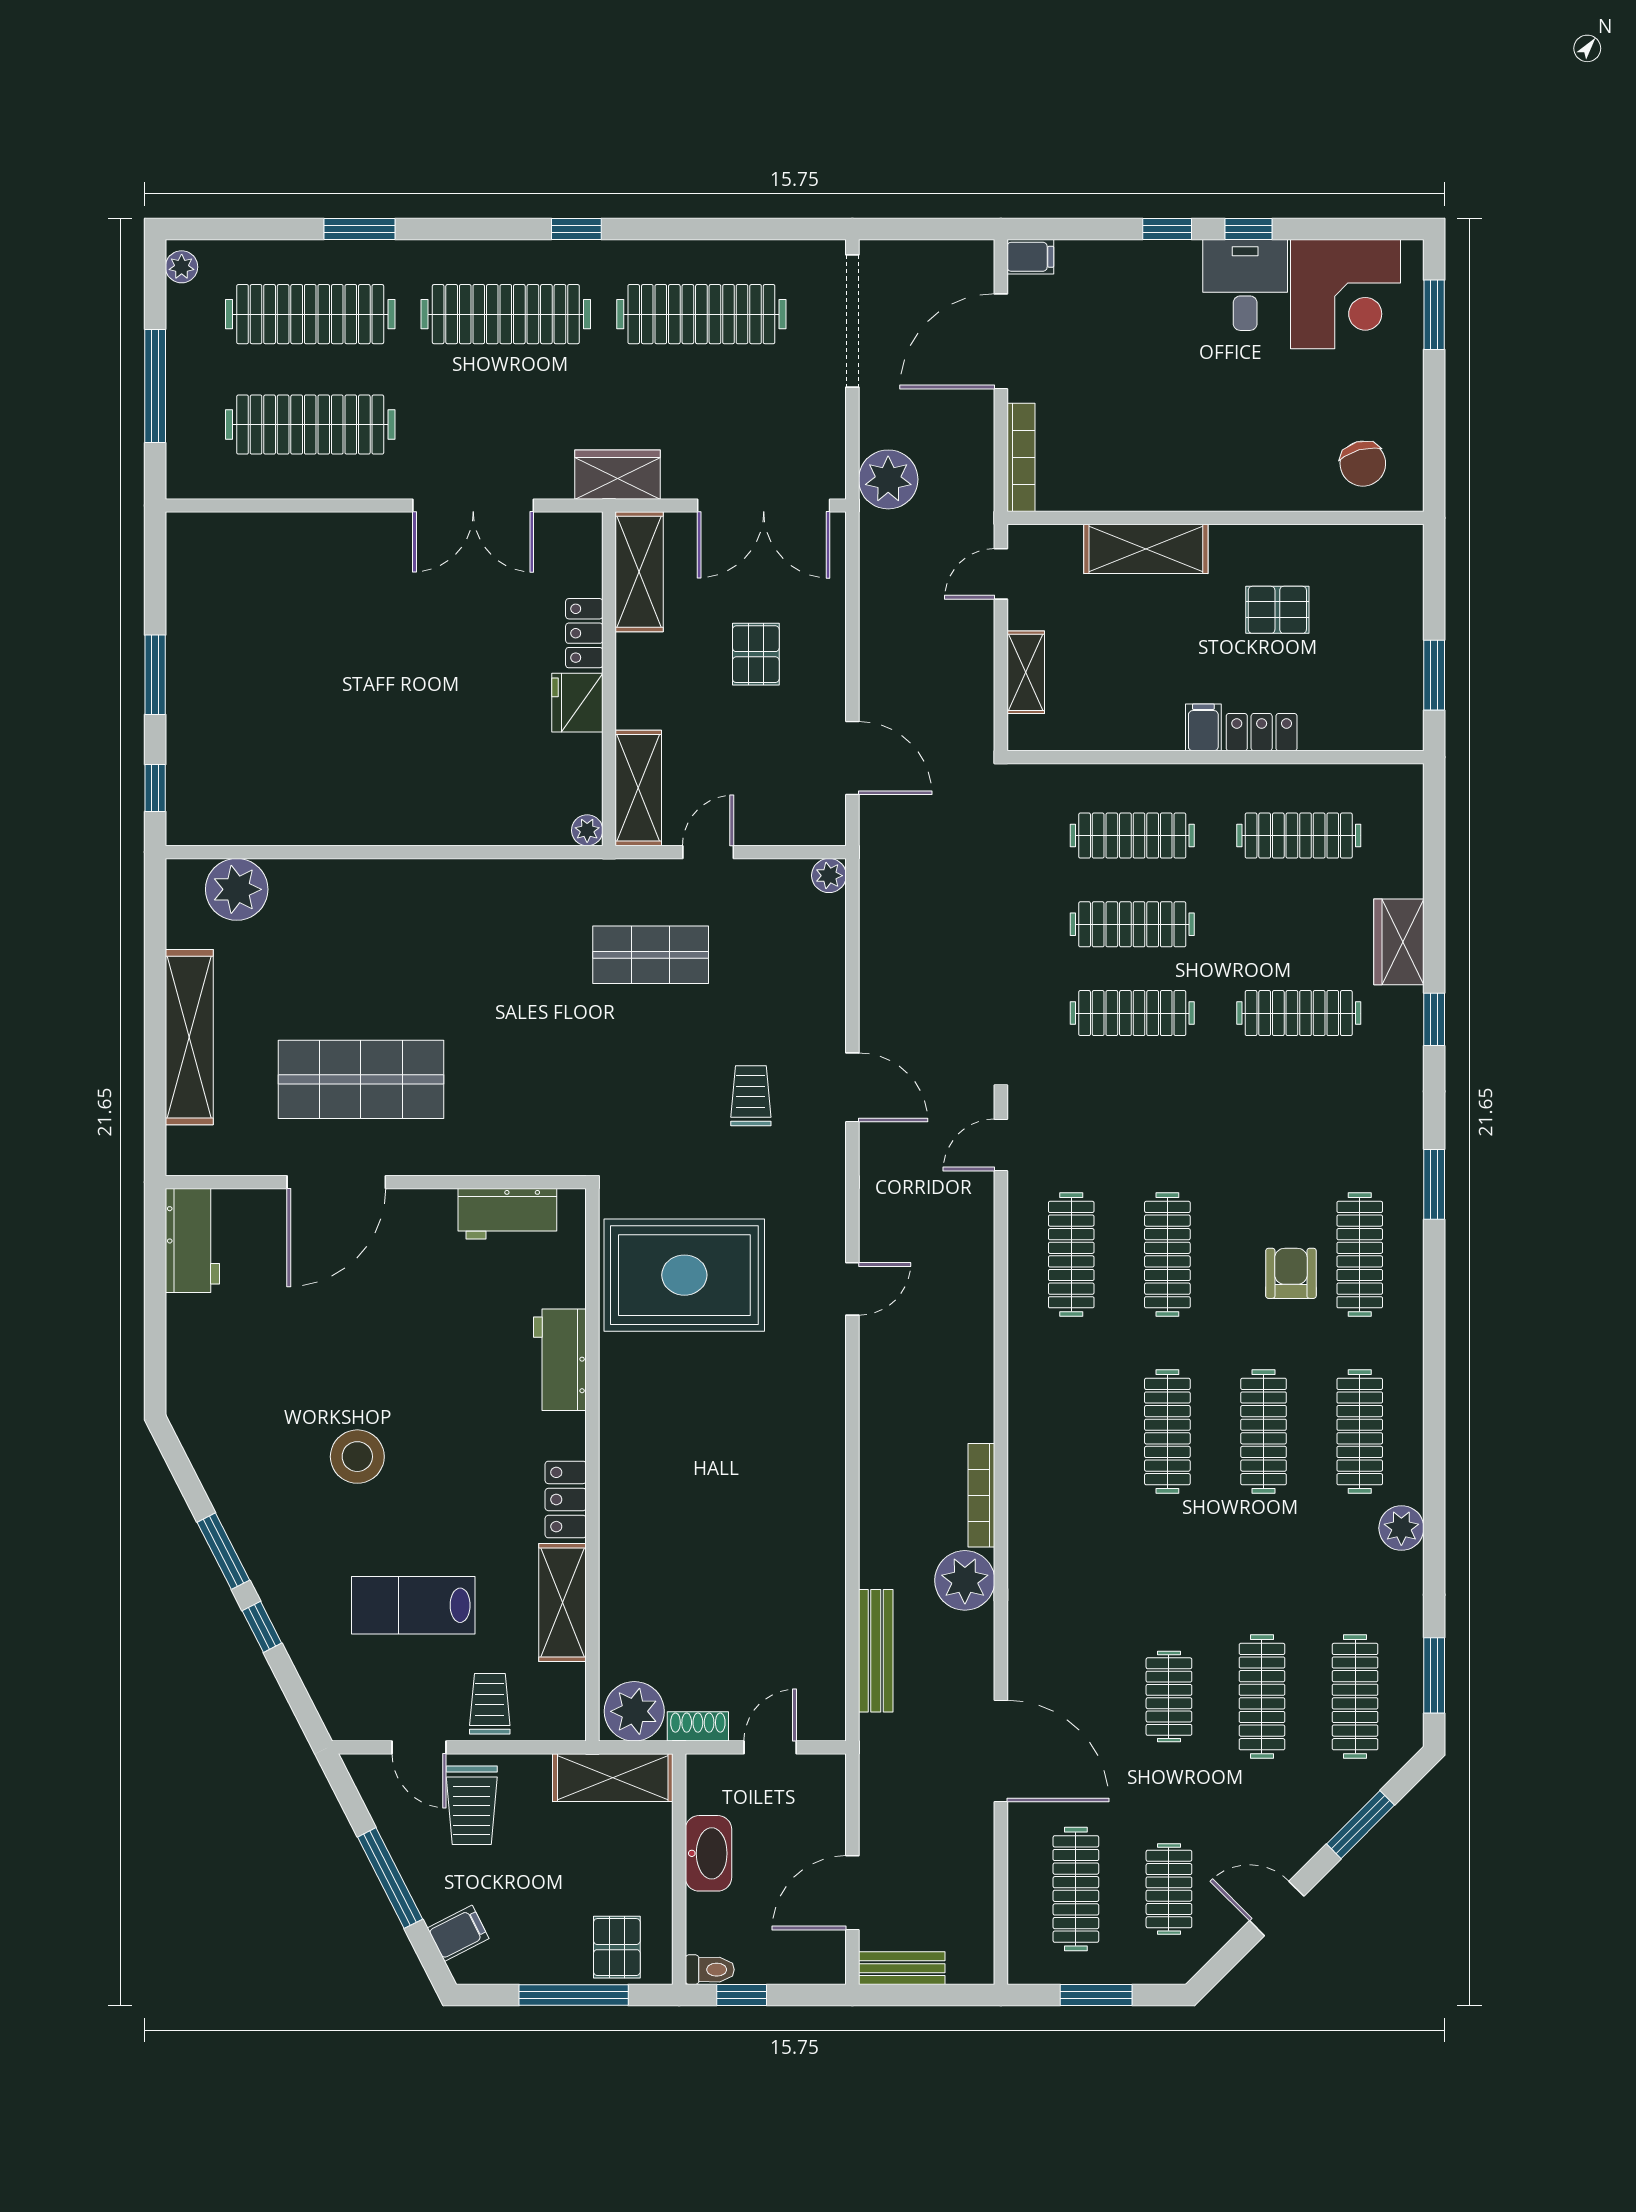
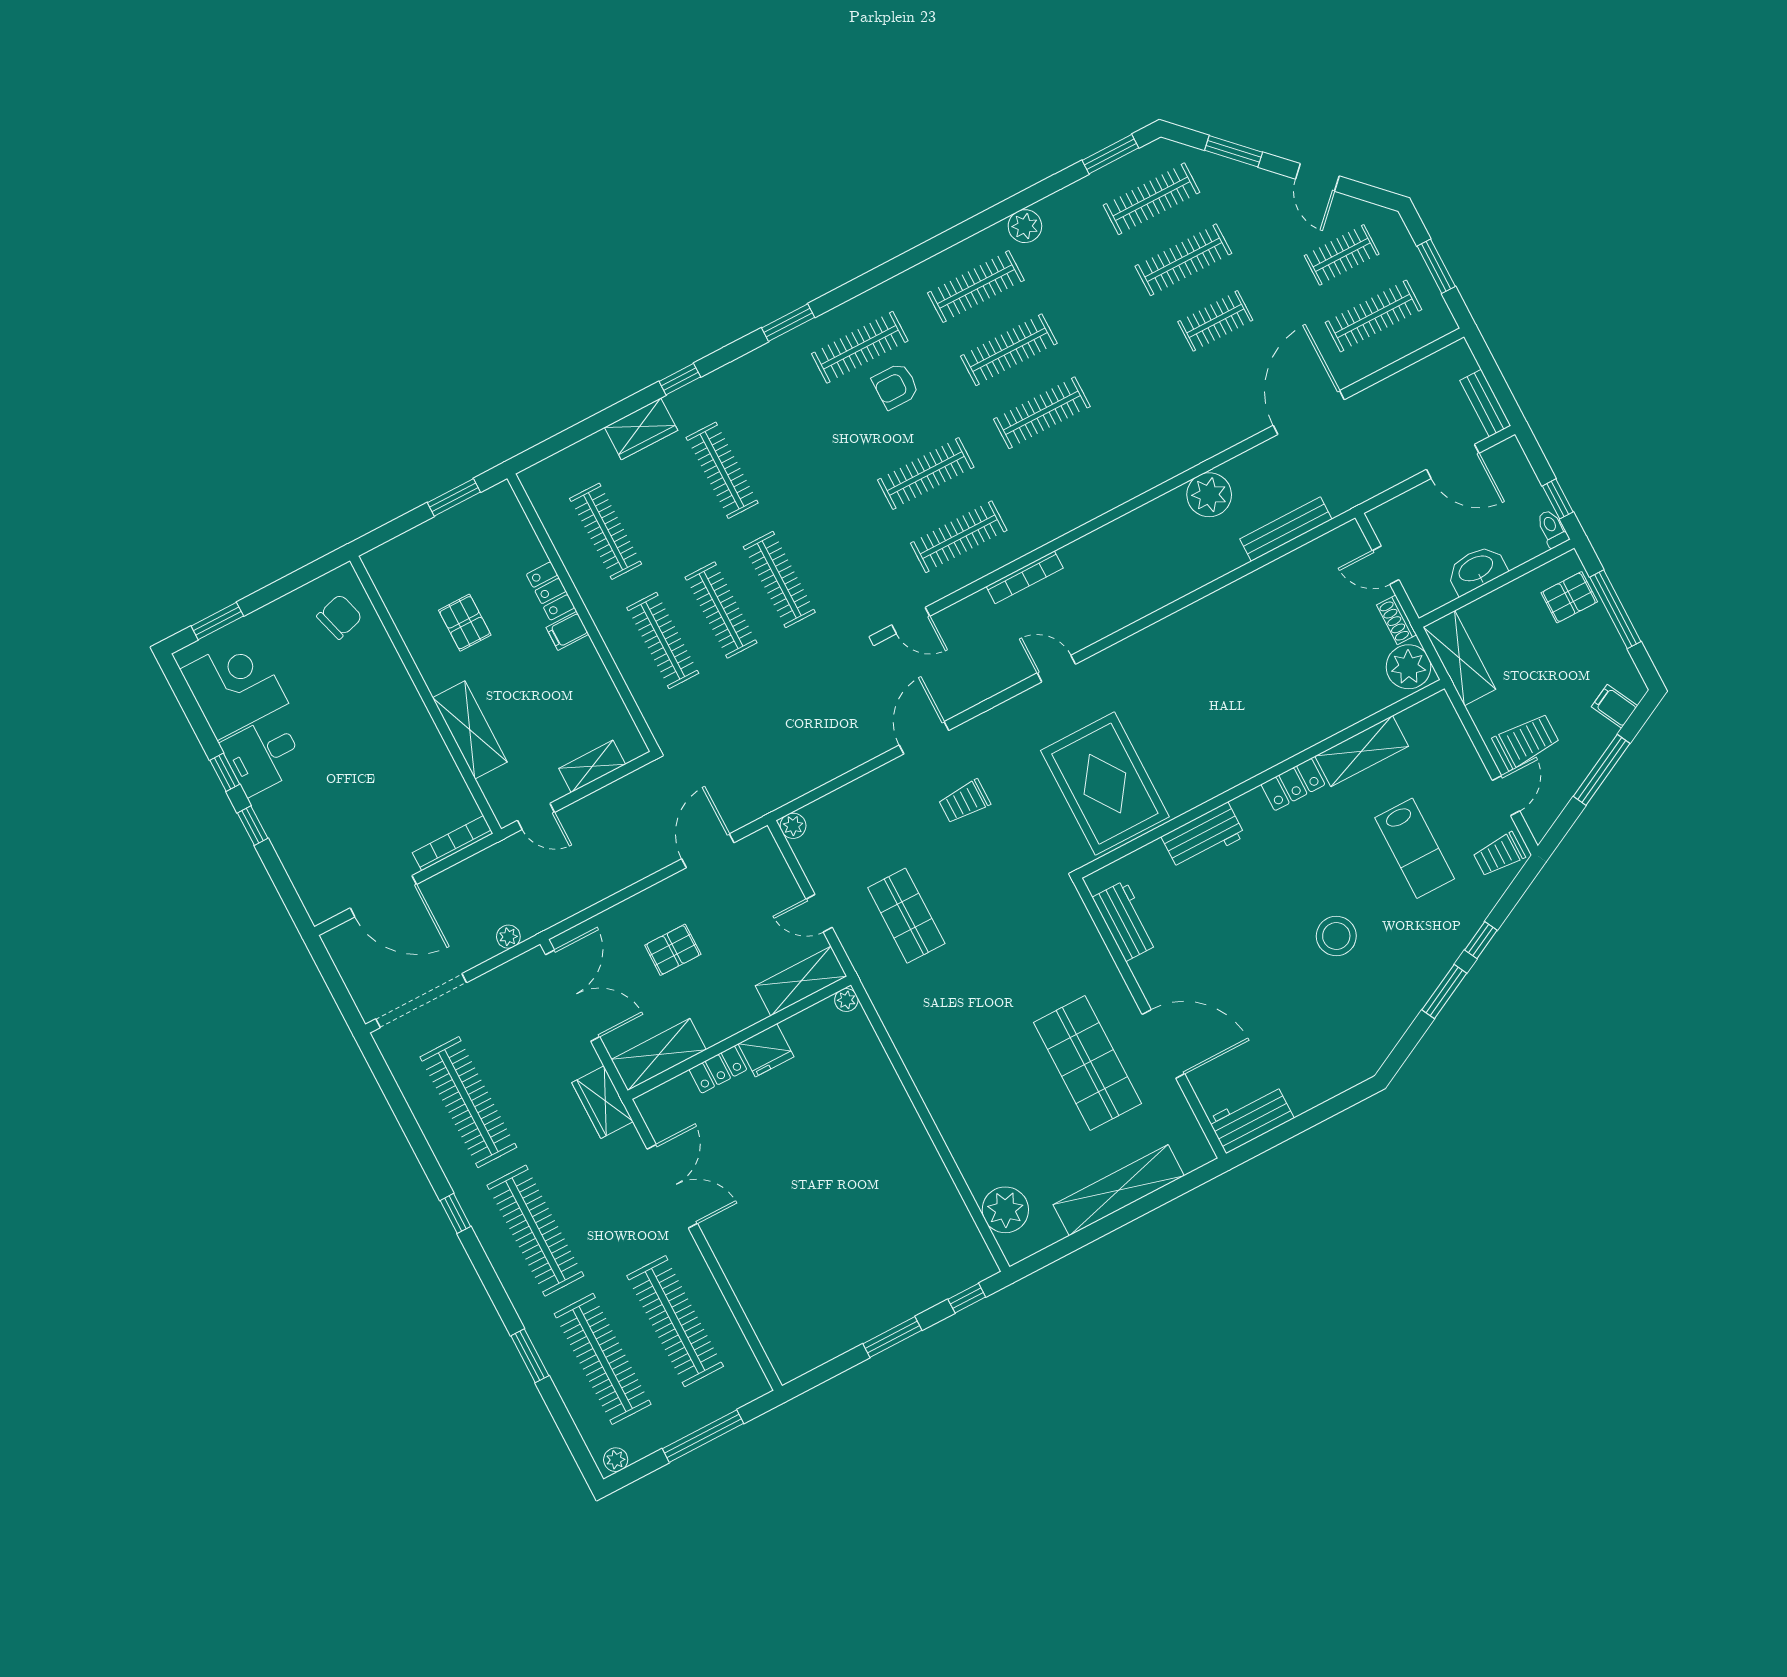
filing cabinet: (1030, 257) -> (318, 906), removed
plant: (888, 479) -> (508, 937), width x0.53, depth x0.53
bookcase: (981, 1495) -> (1025, 577), moved
trolley: (490, 1704) -> (1499, 855), moved

